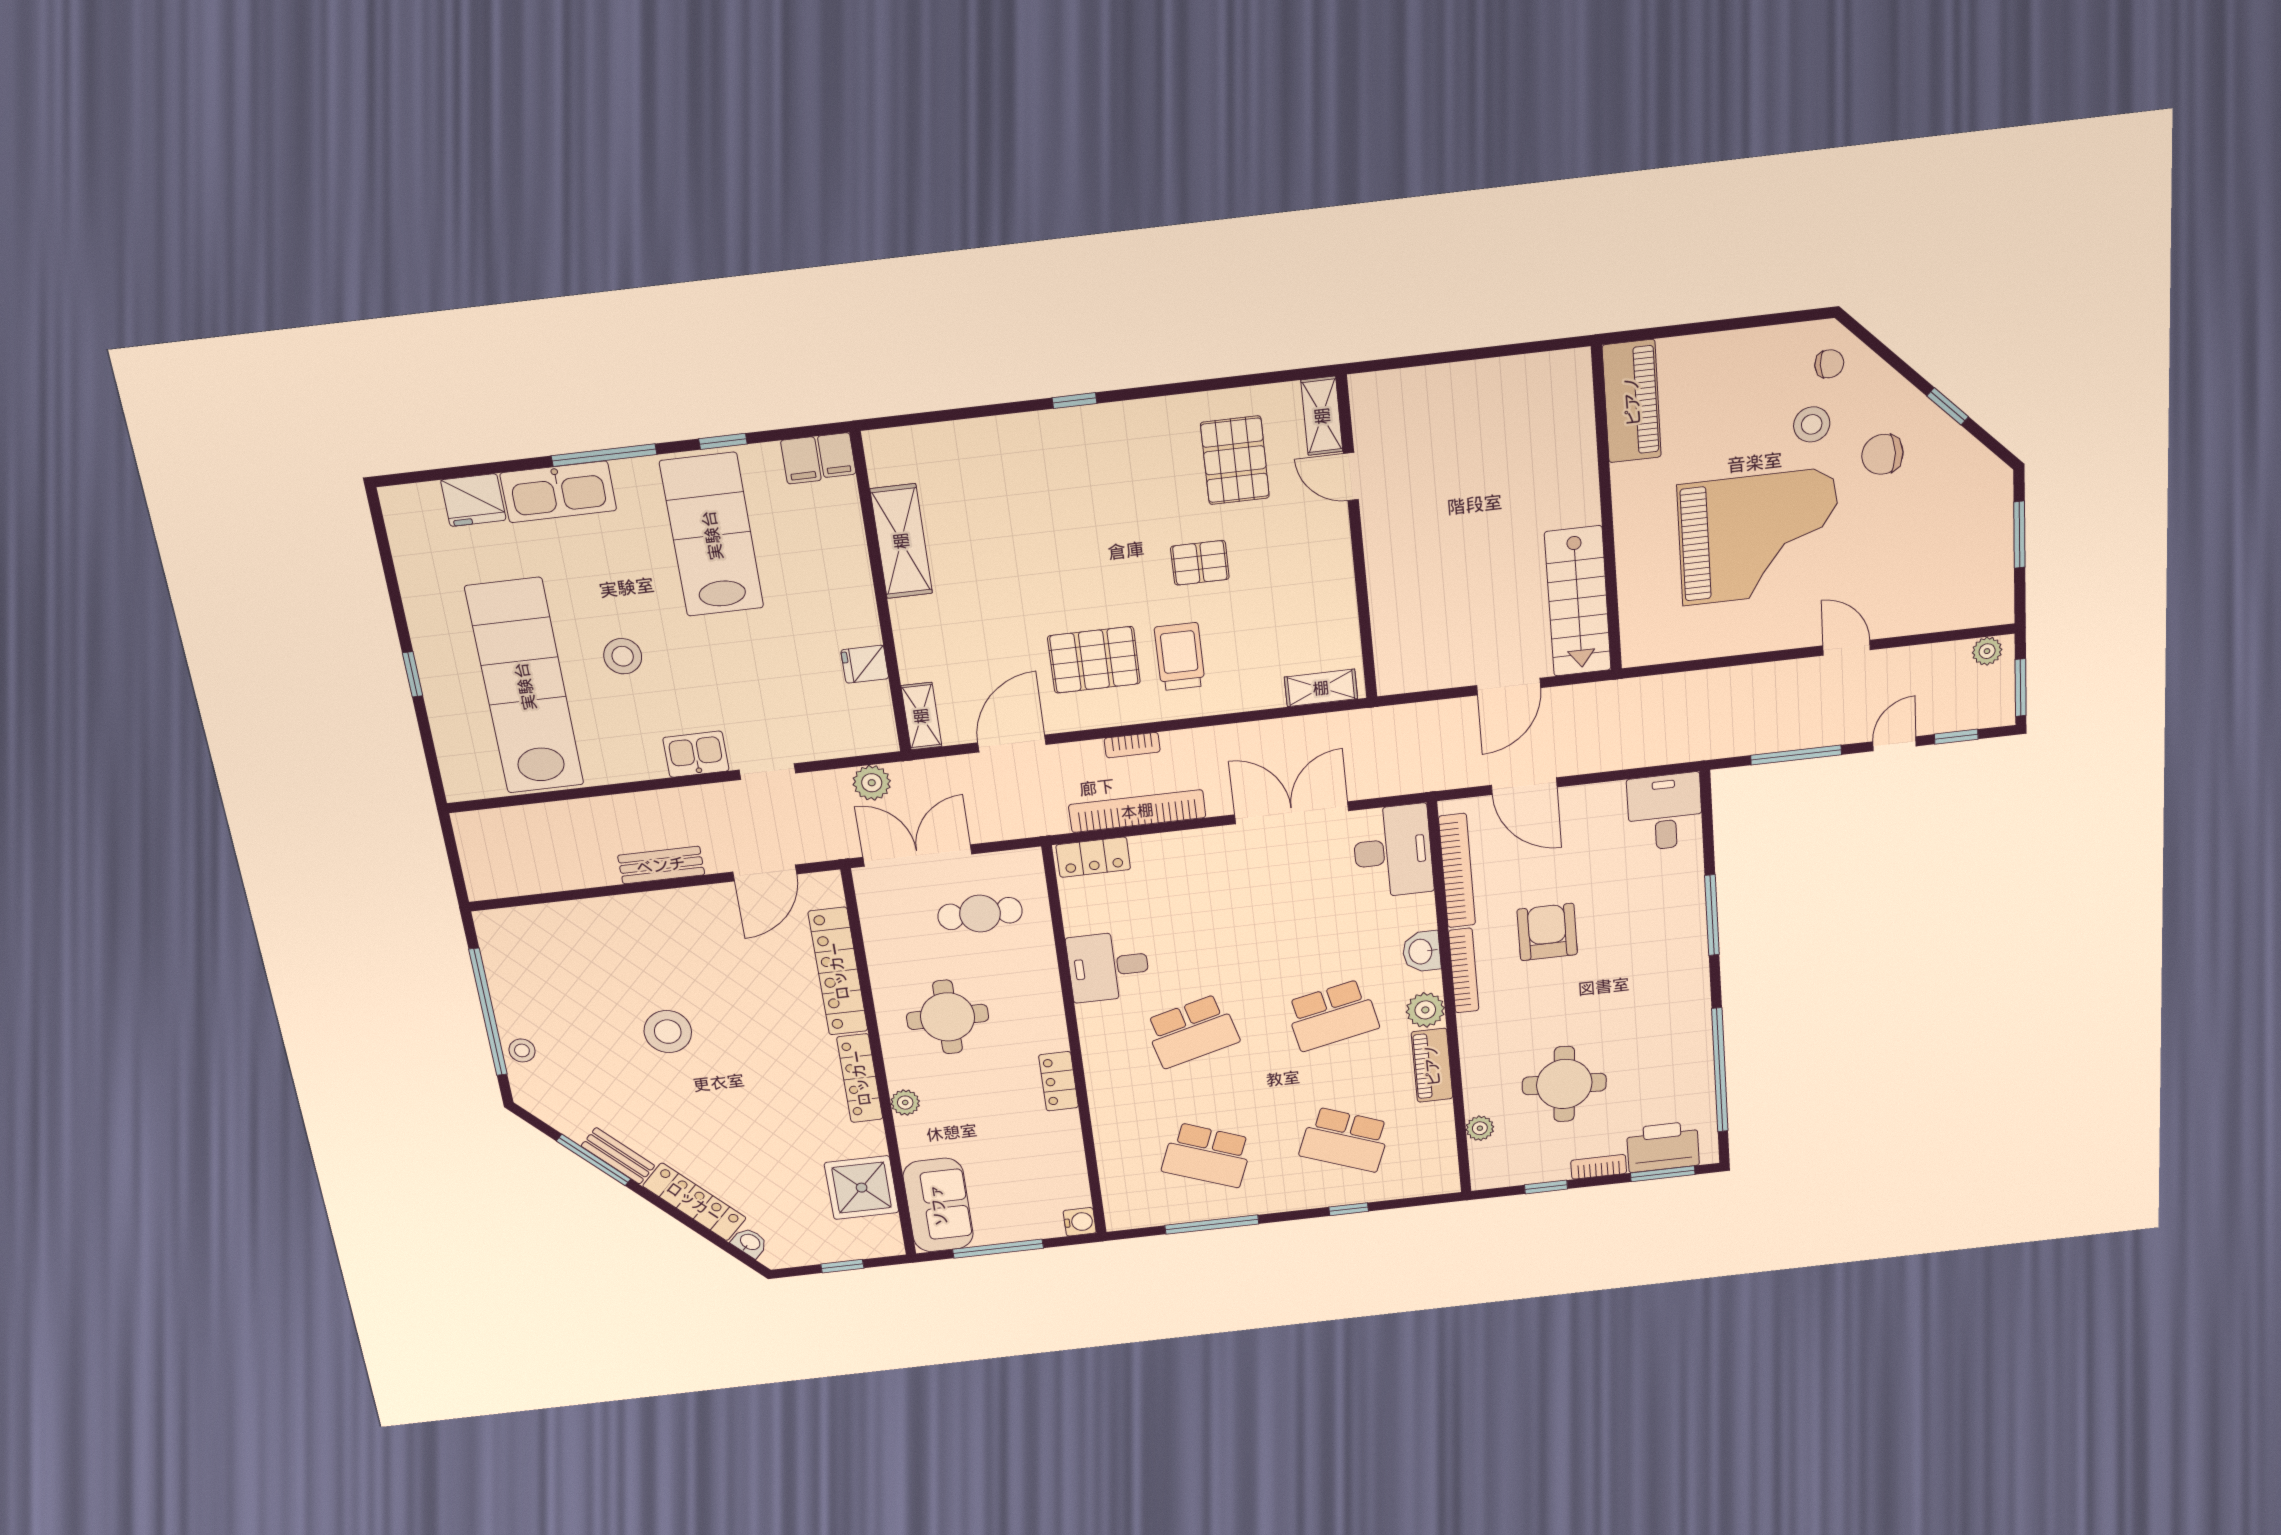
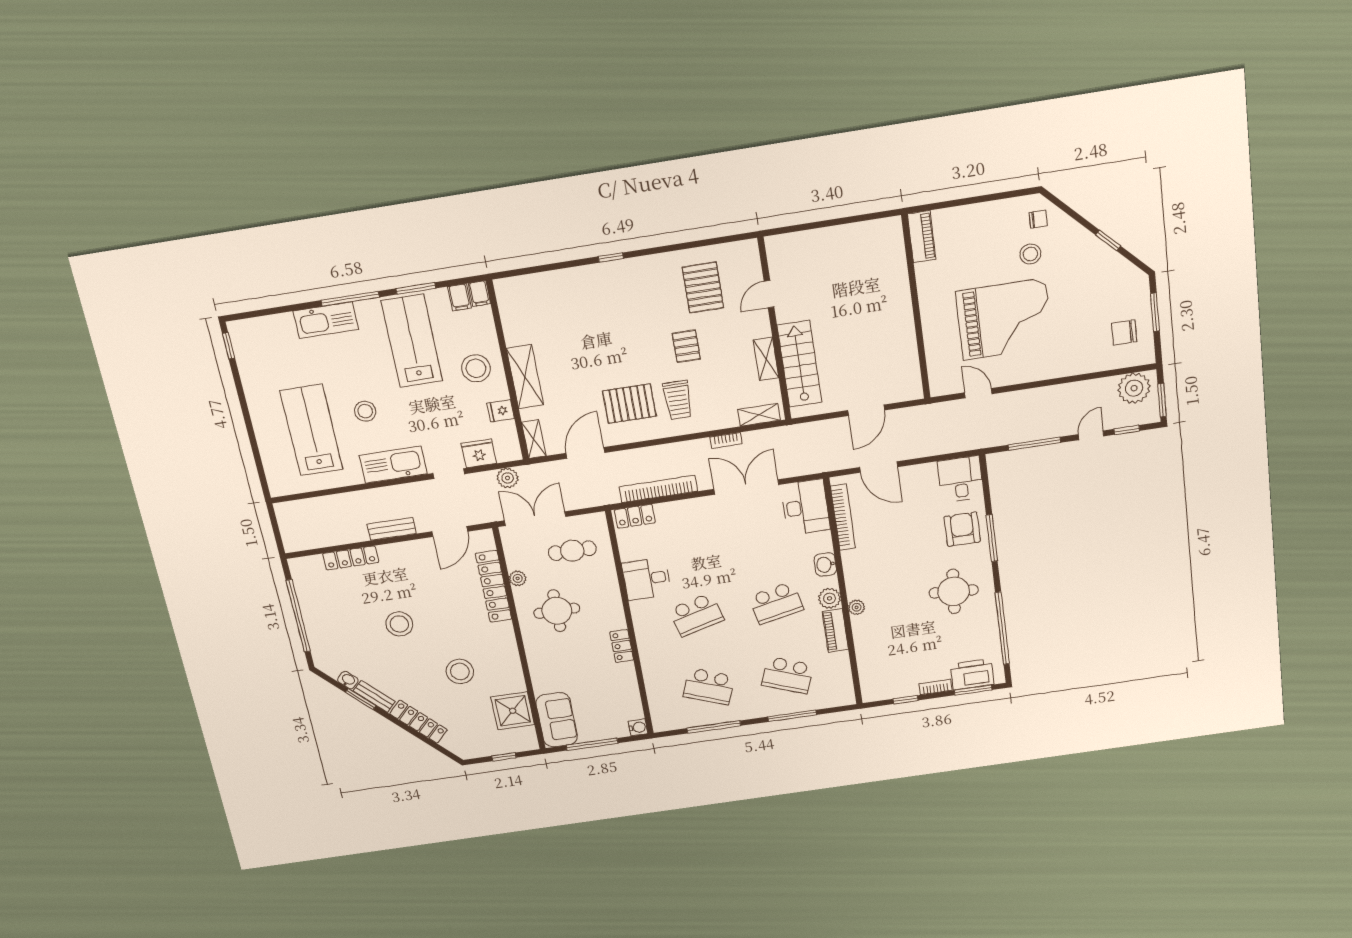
piano: (1632, 401) -> (922, 237), width x0.73, depth x0.75
shelving: (1322, 416) -> (766, 359), moved
window: (723, 441) -> (416, 288), width x1.50
chair: (1882, 454) -> (1124, 332), moved
door: (1351, 477) -> (769, 294), hinge flipped
fridge: (473, 500) -> (479, 453), moved, turned 180
shelving: (901, 541) -> (525, 377), moved
pallet: (1200, 563) -> (686, 346), turned 90
stool: (824, 588) -> (476, 368), added
stairs: (1578, 601) -> (799, 364), moved, turned 180
door: (1846, 648) -> (978, 393), moved
plant: (1987, 651) -> (1134, 388), width x1.87, depth x1.87
trolley: (1180, 657) -> (678, 400), turned 180
window: (413, 674) -> (228, 346), moved
lab bench: (525, 686) -> (311, 430), width x0.73
bookcase: (1132, 745) -> (726, 440), moved
kitchen sink: (696, 754) -> (393, 465), width x1.88, depth x1.24
armchair: (1547, 932) -> (962, 529), moved
bookcase: (1464, 971) -> (850, 575), removed
stool: (522, 1050) -> (460, 671), moved, width x1.89, depth x1.89
locker: (860, 1078) -> (351, 558), moved, turned -90
round table: (1564, 1084) -> (954, 591), moved
plant: (905, 1103) -> (518, 578), moved
plant: (1480, 1128) -> (857, 607), moved
window: (594, 1160) -> (361, 699), width x0.69
window: (1349, 1209) -> (792, 716), width x2.17
washbasin: (750, 1242) -> (348, 680), moved

